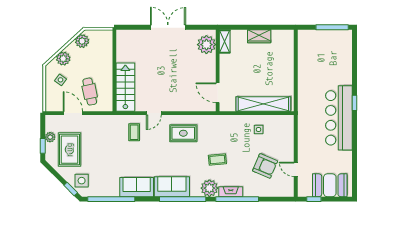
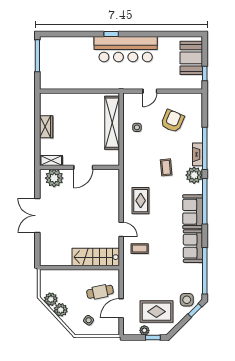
plant: (63, 59) -> (61, 310), moved
door: (218, 93) -> (83, 167), moved
door: (296, 169) -> (150, 91), moved

